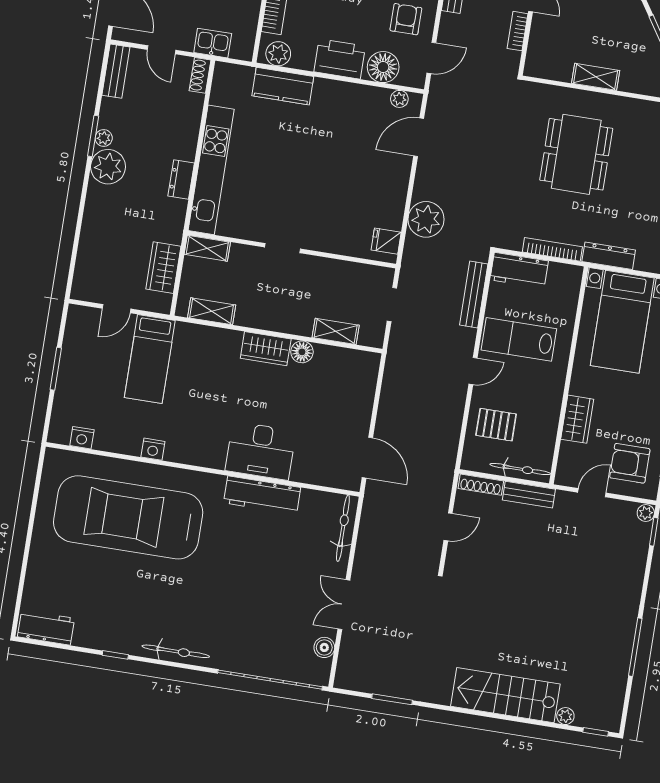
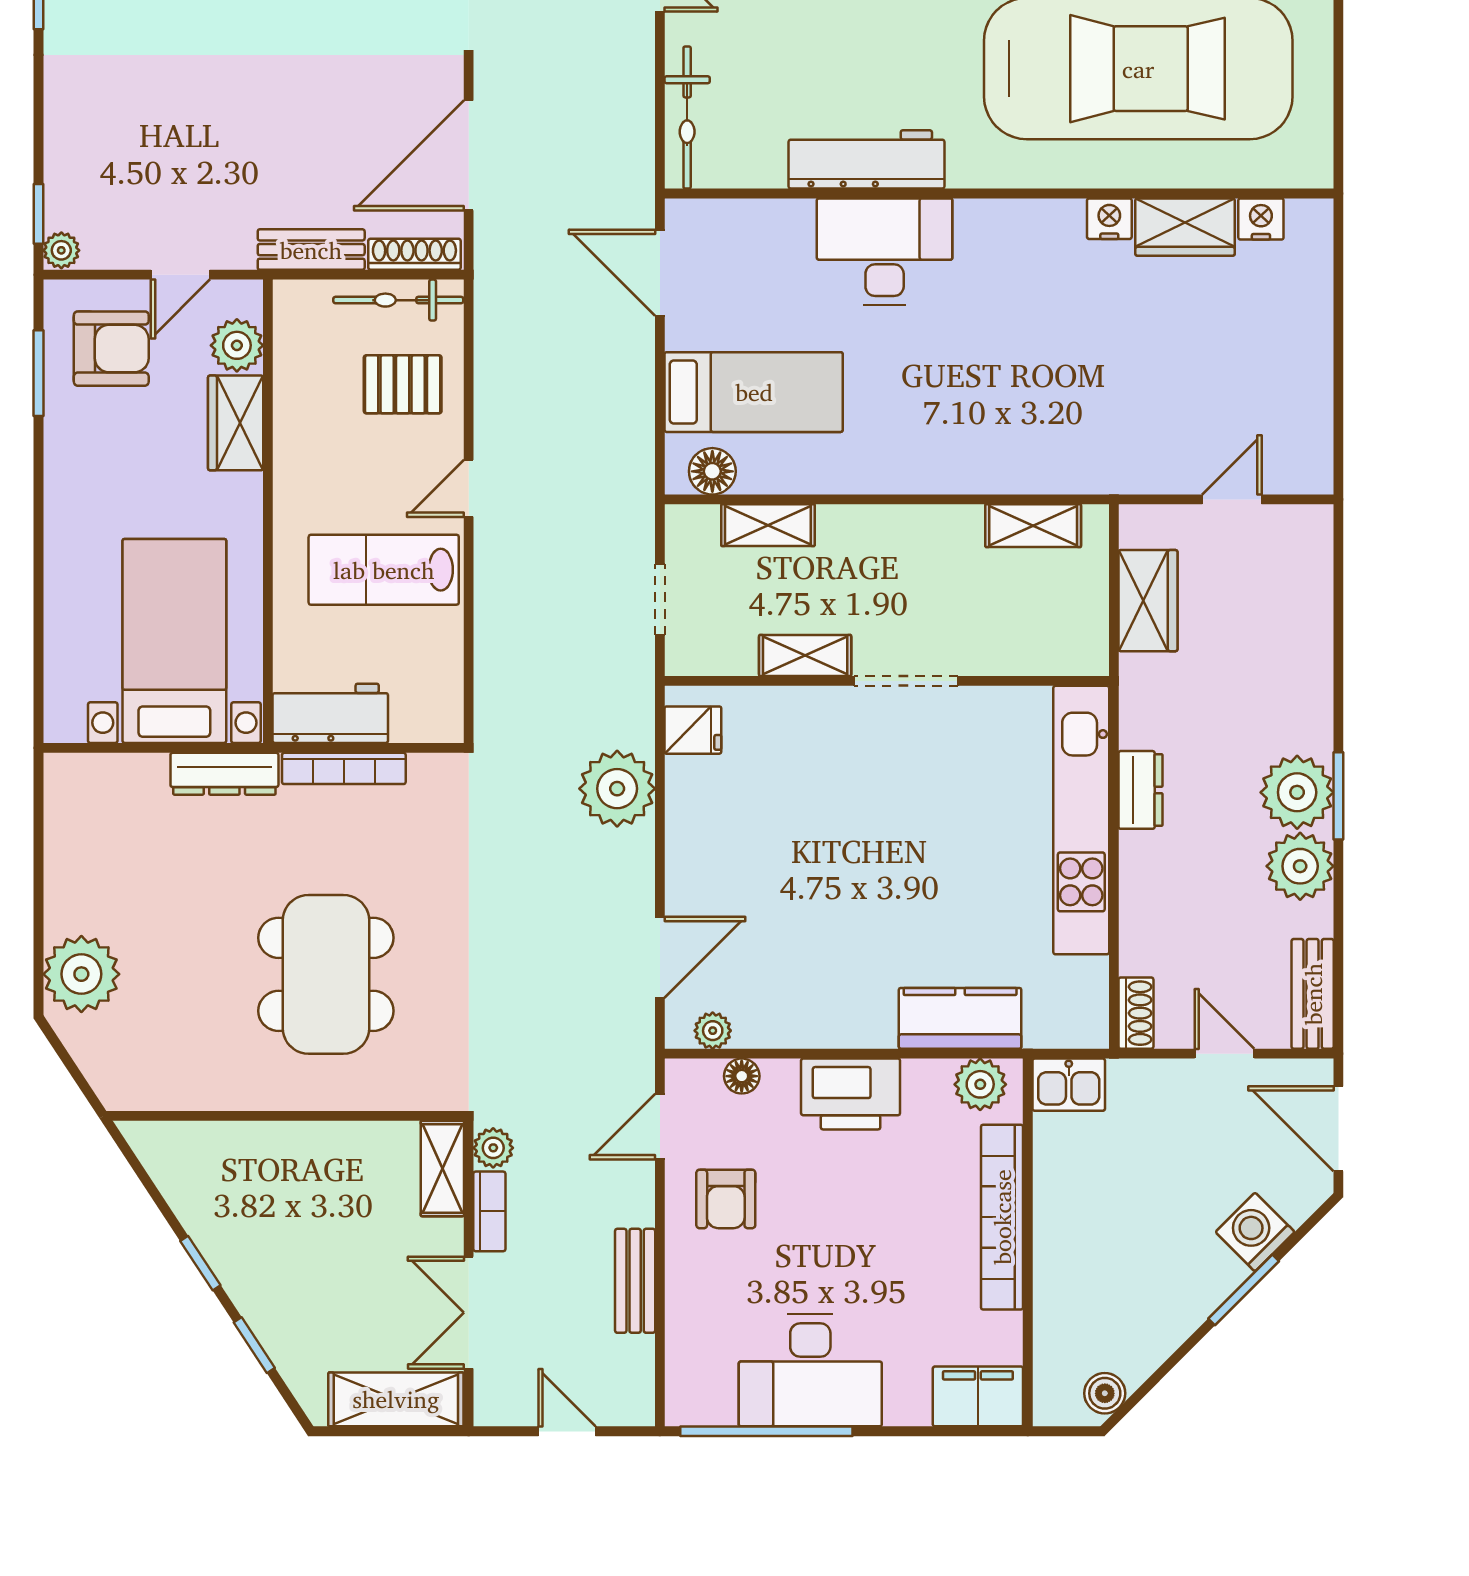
kitchen sink: (213, 43) -> (1069, 1085), moved
plant: (511, 61) -> (493, 1148), added
floor lamp: (383, 67) -> (742, 1076), width x0.53, depth x0.53
shelving: (596, 77) -> (442, 1168), moved, turned 90
window: (93, 136) -> (1338, 796), moved
plant: (104, 138) -> (1300, 866), width x1.88, depth x1.88
shelving: (207, 248) -> (805, 655), moved
doorway: (283, 248) -> (906, 681), width x1.38
workbench: (519, 270) -> (330, 713), moved
bench: (474, 295) -> (493, 648), removed
lab bench: (519, 339) -> (384, 570), turned 180
wardrobe: (266, 349) -> (1185, 227), moved, turned 180
floor lamp: (302, 352) -> (712, 471), moved
bed: (150, 359) -> (754, 392), moved, turned 90
window: (56, 369) -> (1338, 354), removed
plant: (571, 455) -> (237, 345), added
bicycle: (520, 469) -> (398, 300), moved
door: (448, 527) -> (469, 155), width x1.88

